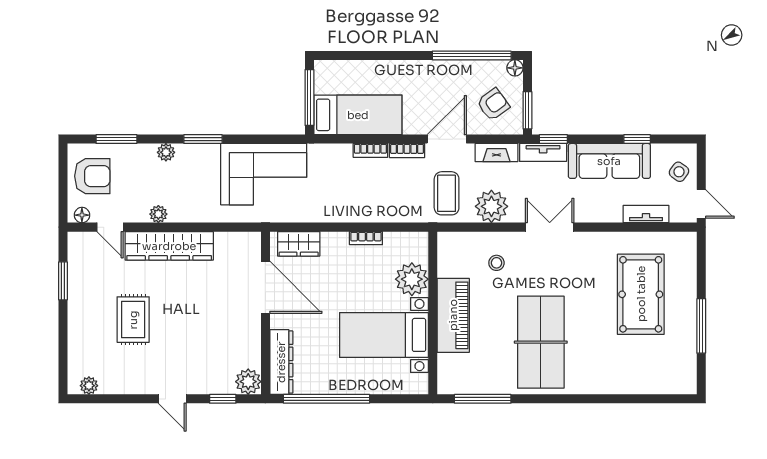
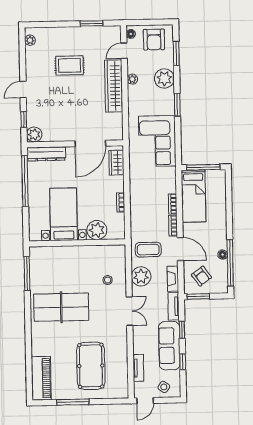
floor lamp: (515, 68) -> (223, 255), moved
window: (553, 139) -> (182, 330), moved
plant: (166, 152) -> (164, 78), width x1.87, depth x1.87
pool table: (641, 294) -> (91, 366), turned 90
piano: (453, 315) -> (41, 378), moved, turned -90

